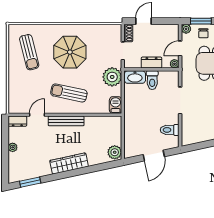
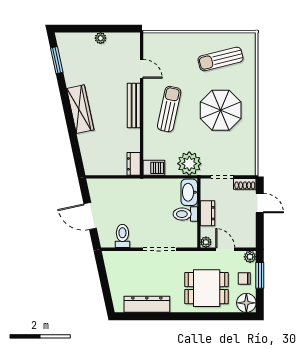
dresser: (17, 121) -> (134, 164), moved
plant: (115, 152) -> (94, 167), removed

